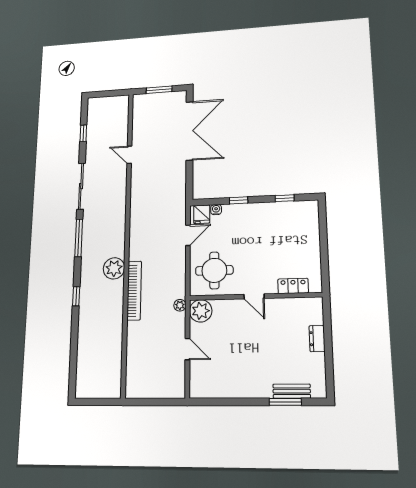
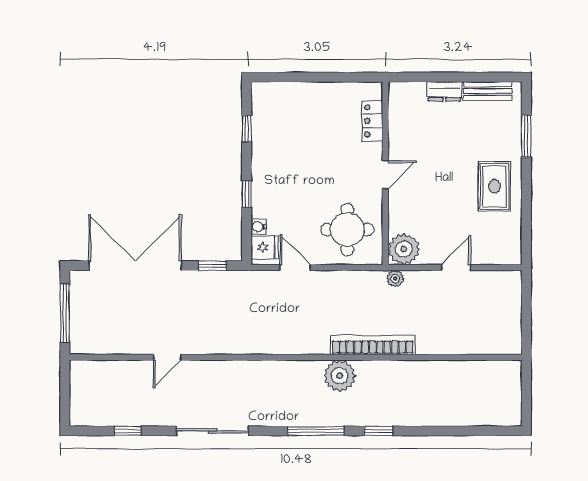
window: (159, 90) -> (65, 313), width x1.44
window: (189, 180) -> (212, 266), added
window: (79, 238) -> (316, 431), moved
rug: (247, 377) -> (494, 186), added
bench: (292, 391) -> (488, 91), moved, turned 90

